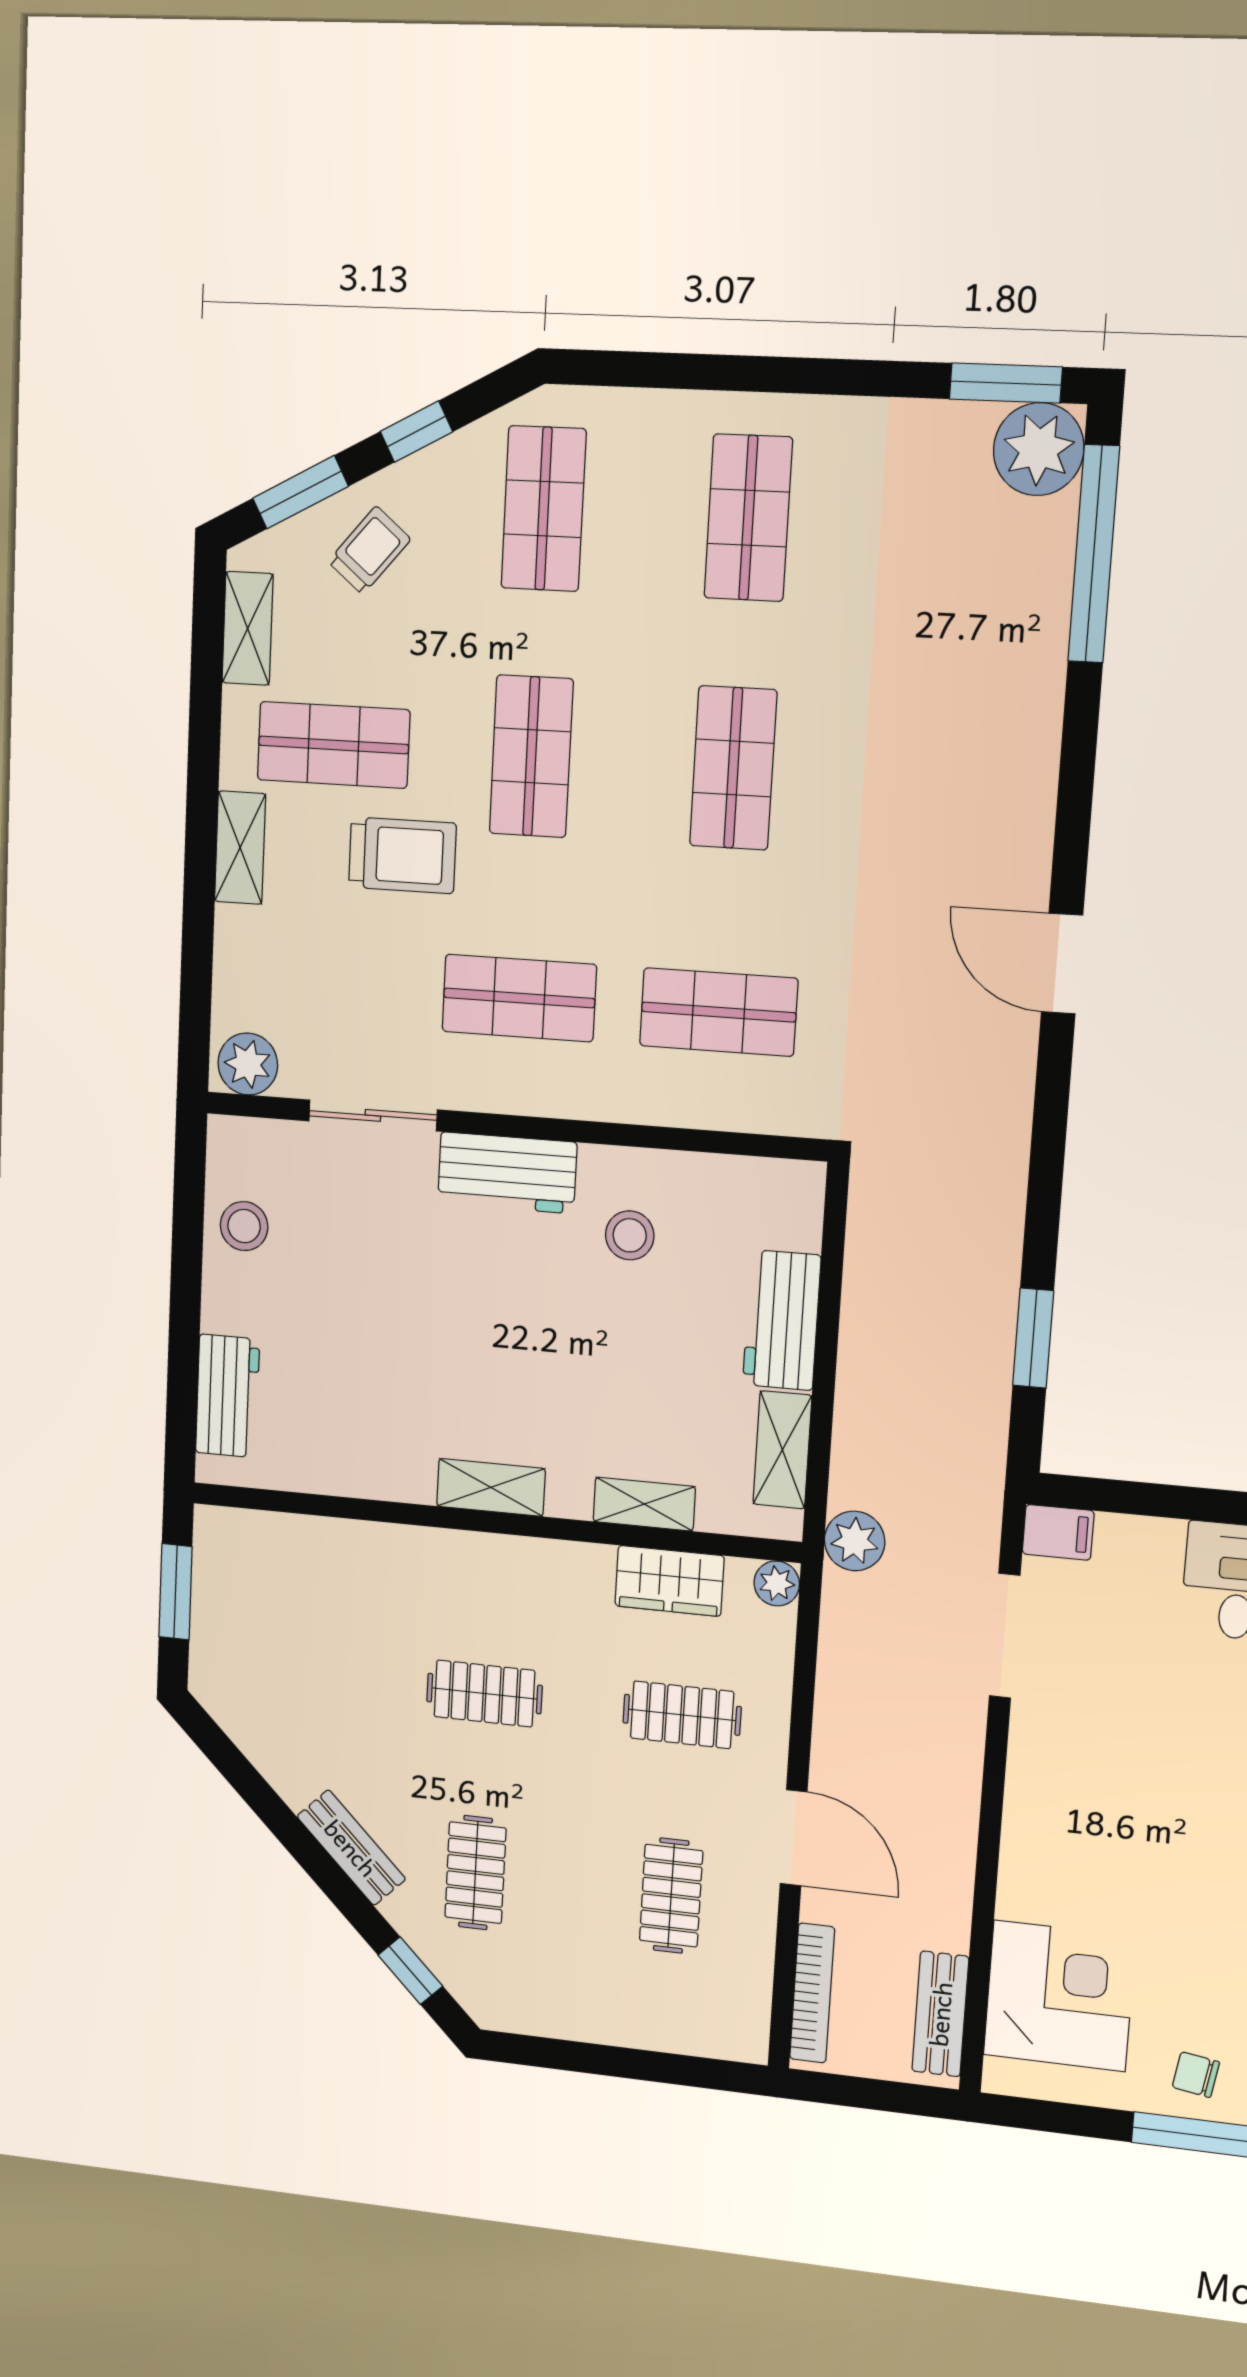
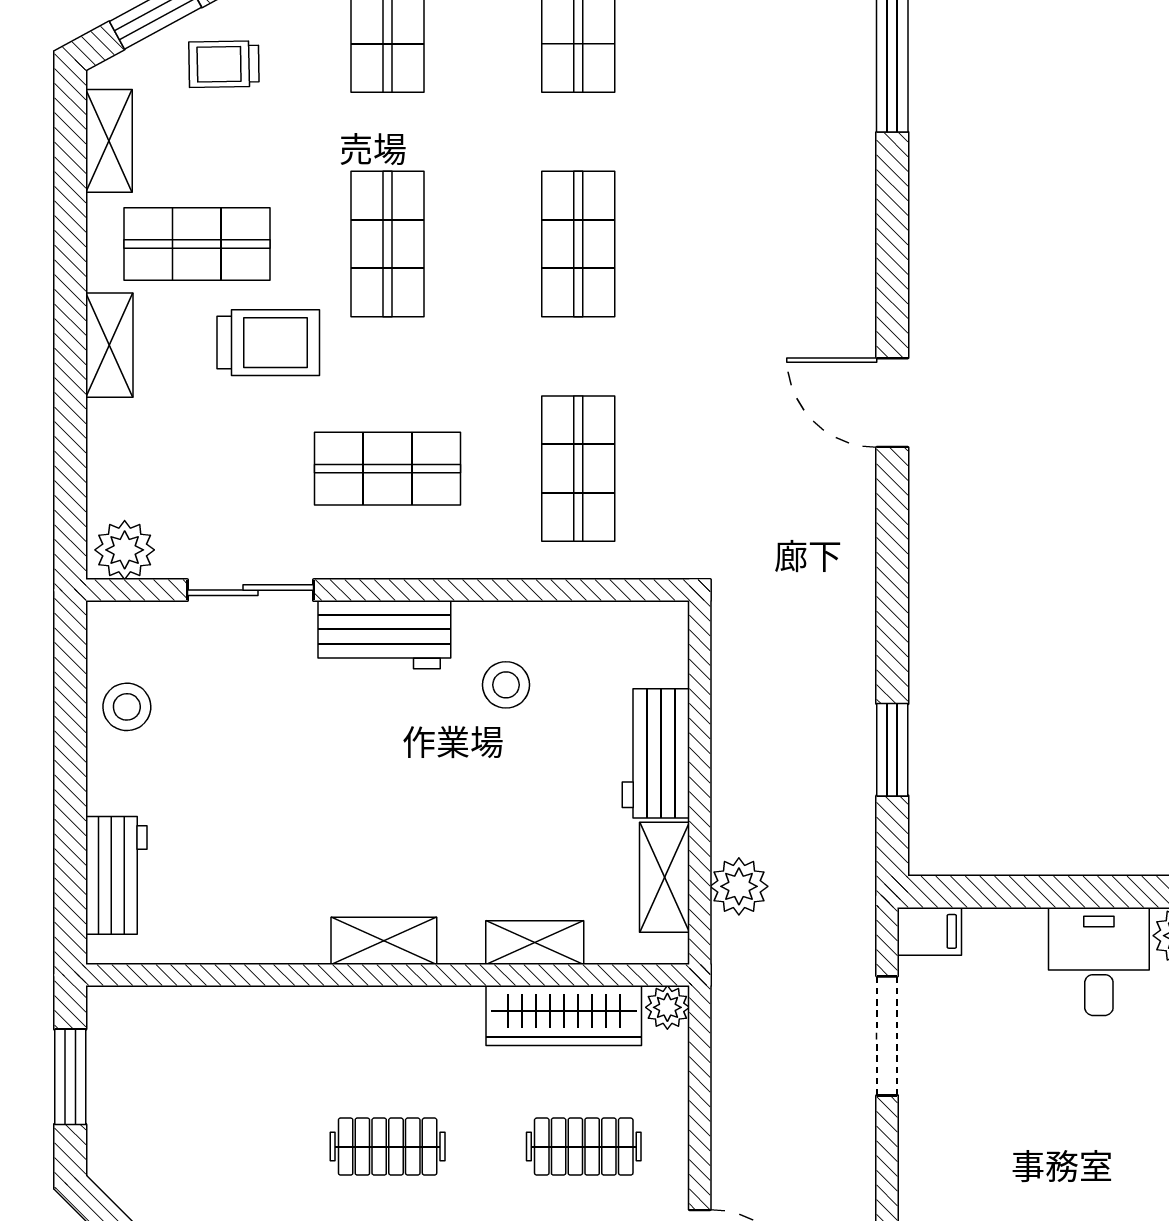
trolley: (369, 550) -> (224, 64), turned -131
shop shelf: (719, 1012) -> (578, 469), turned 90
plant: (855, 1541) -> (739, 886), moved
wardrobe: (670, 1581) -> (564, 1015), width x1.50

